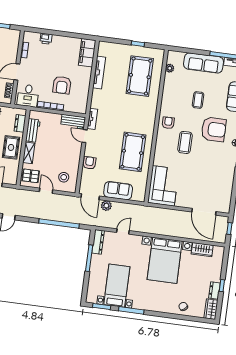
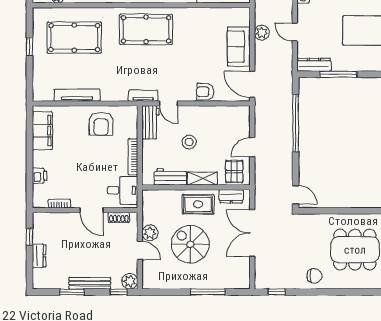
filing cabinet: (87, 53) -> (42, 131), moved, turned -90
armchair: (62, 85) -> (101, 124), moved, turned 90
dresser: (20, 123) -> (231, 196), moved
door: (85, 136) -> (169, 103), hinge flipped
pool table: (133, 152) -> (146, 29), moved
stool: (64, 177) -> (189, 142), moved
door: (90, 197) -> (252, 84), swing flipped
plant: (106, 206) -> (262, 33), moved

